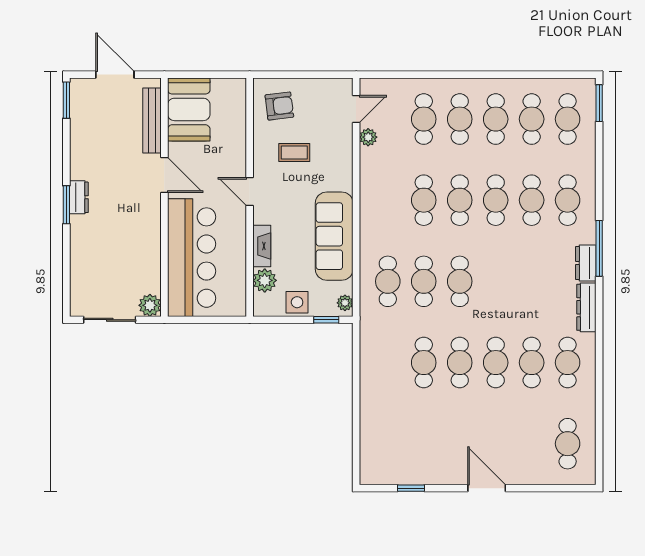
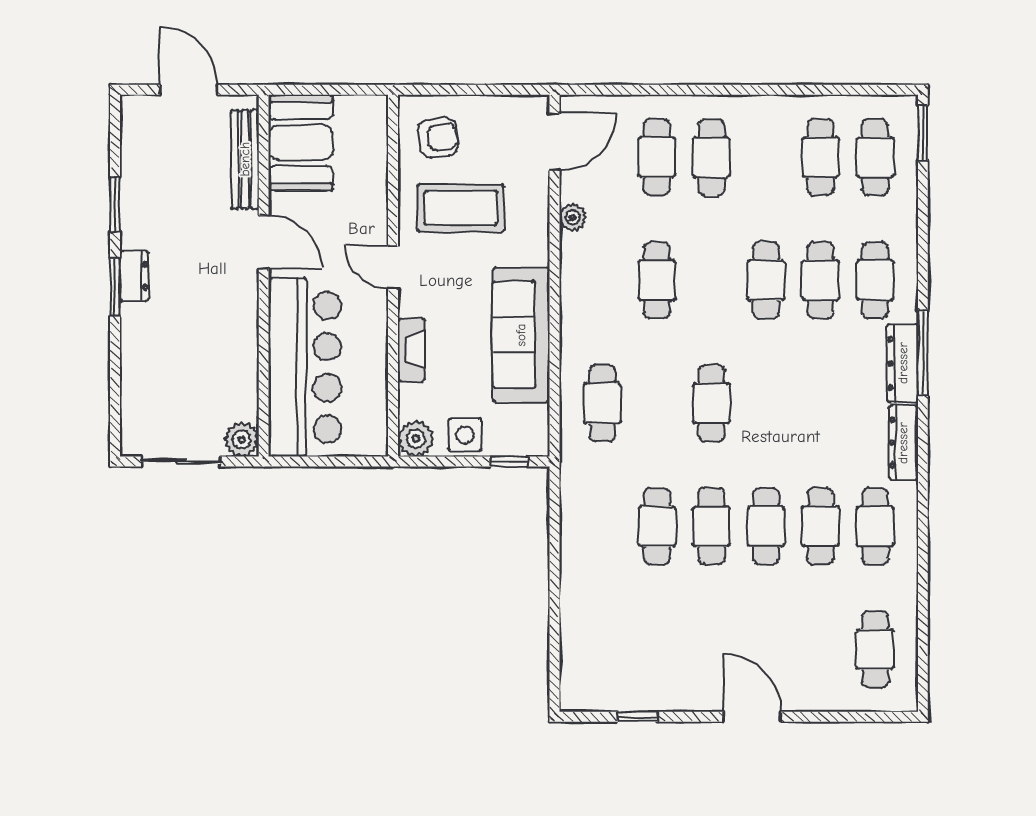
window: (66, 100) -> (115, 204), moved
door: (356, 109) -> (554, 142), width x1.38
cafe table: (496, 119) -> (766, 157), removed
plant: (368, 137) -> (573, 217), moved
coffee table: (294, 152) -> (461, 208), width x1.86, depth x1.72
cafe table: (460, 200) -> (711, 280), removed
dresser: (586, 263) -> (903, 363), width x1.44
plant: (265, 280) -> (416, 439), moved
cafe table: (424, 281) -> (657, 403), removed
plant: (345, 303) -> (537, 436), removed

